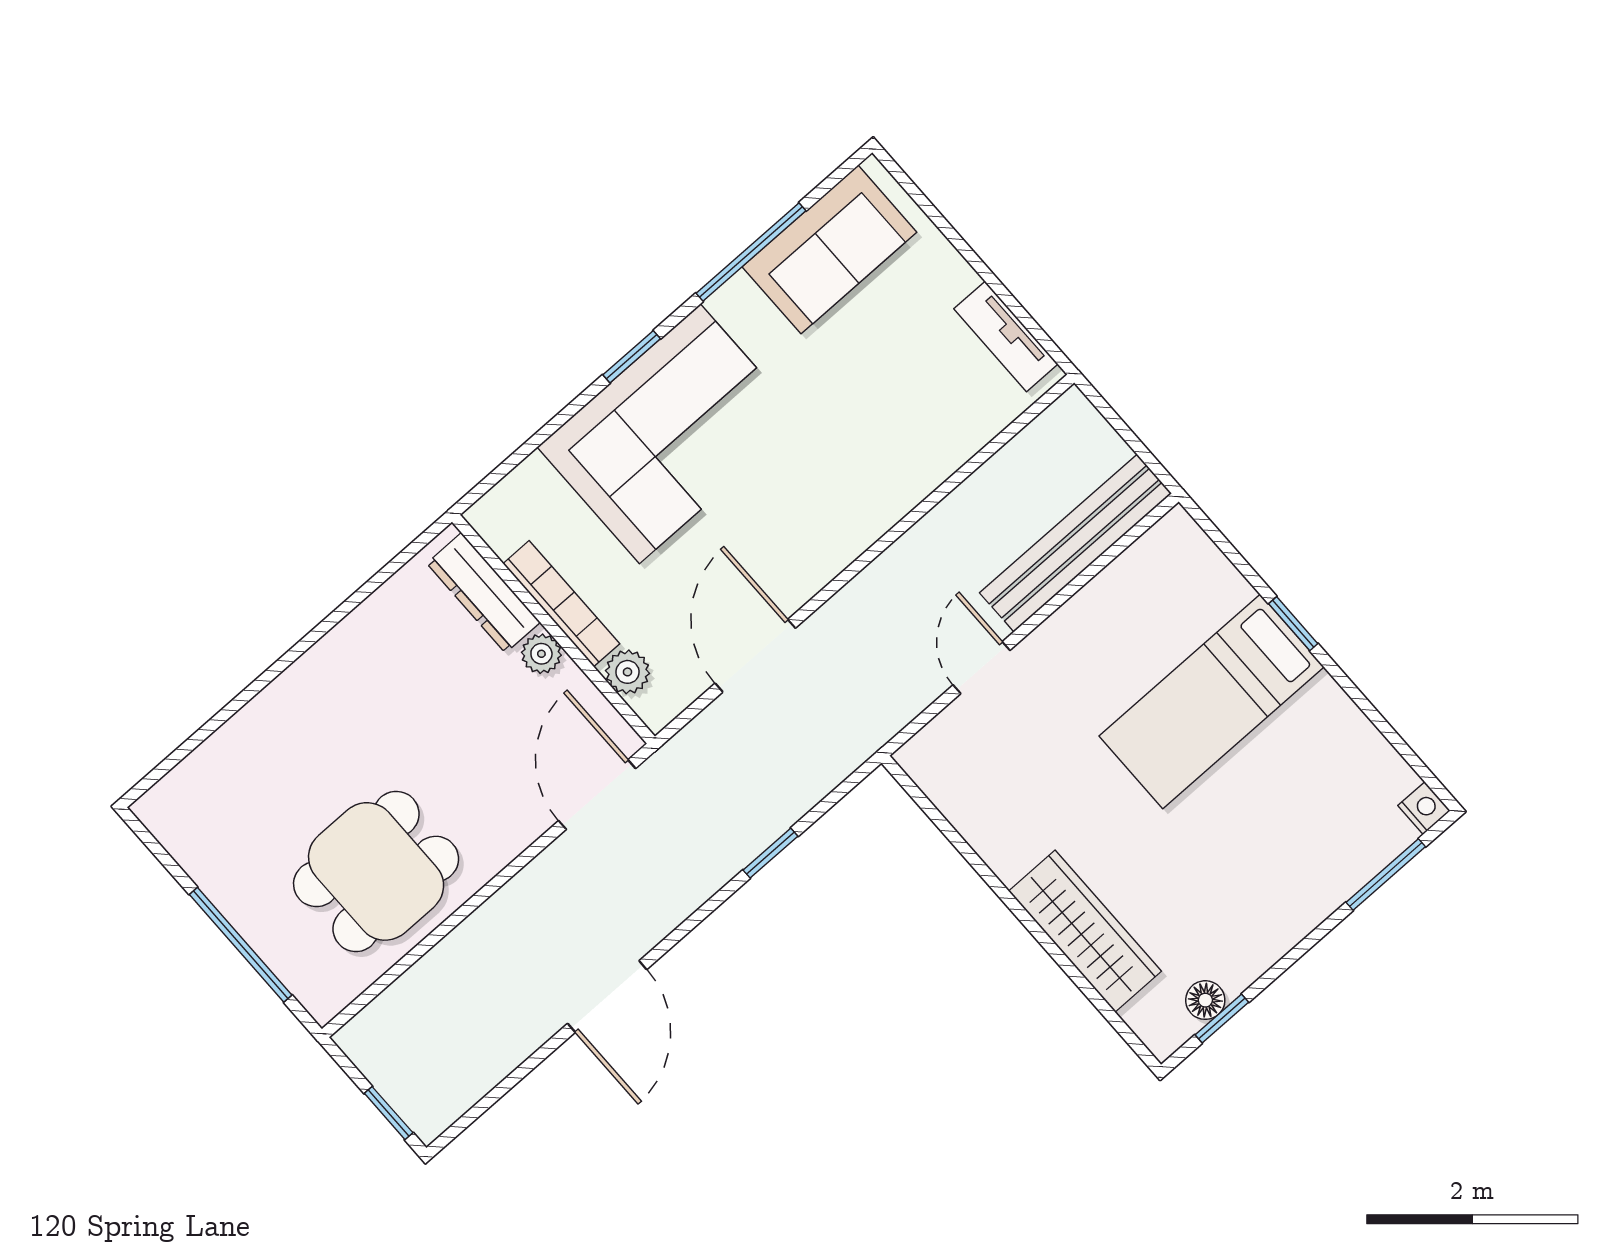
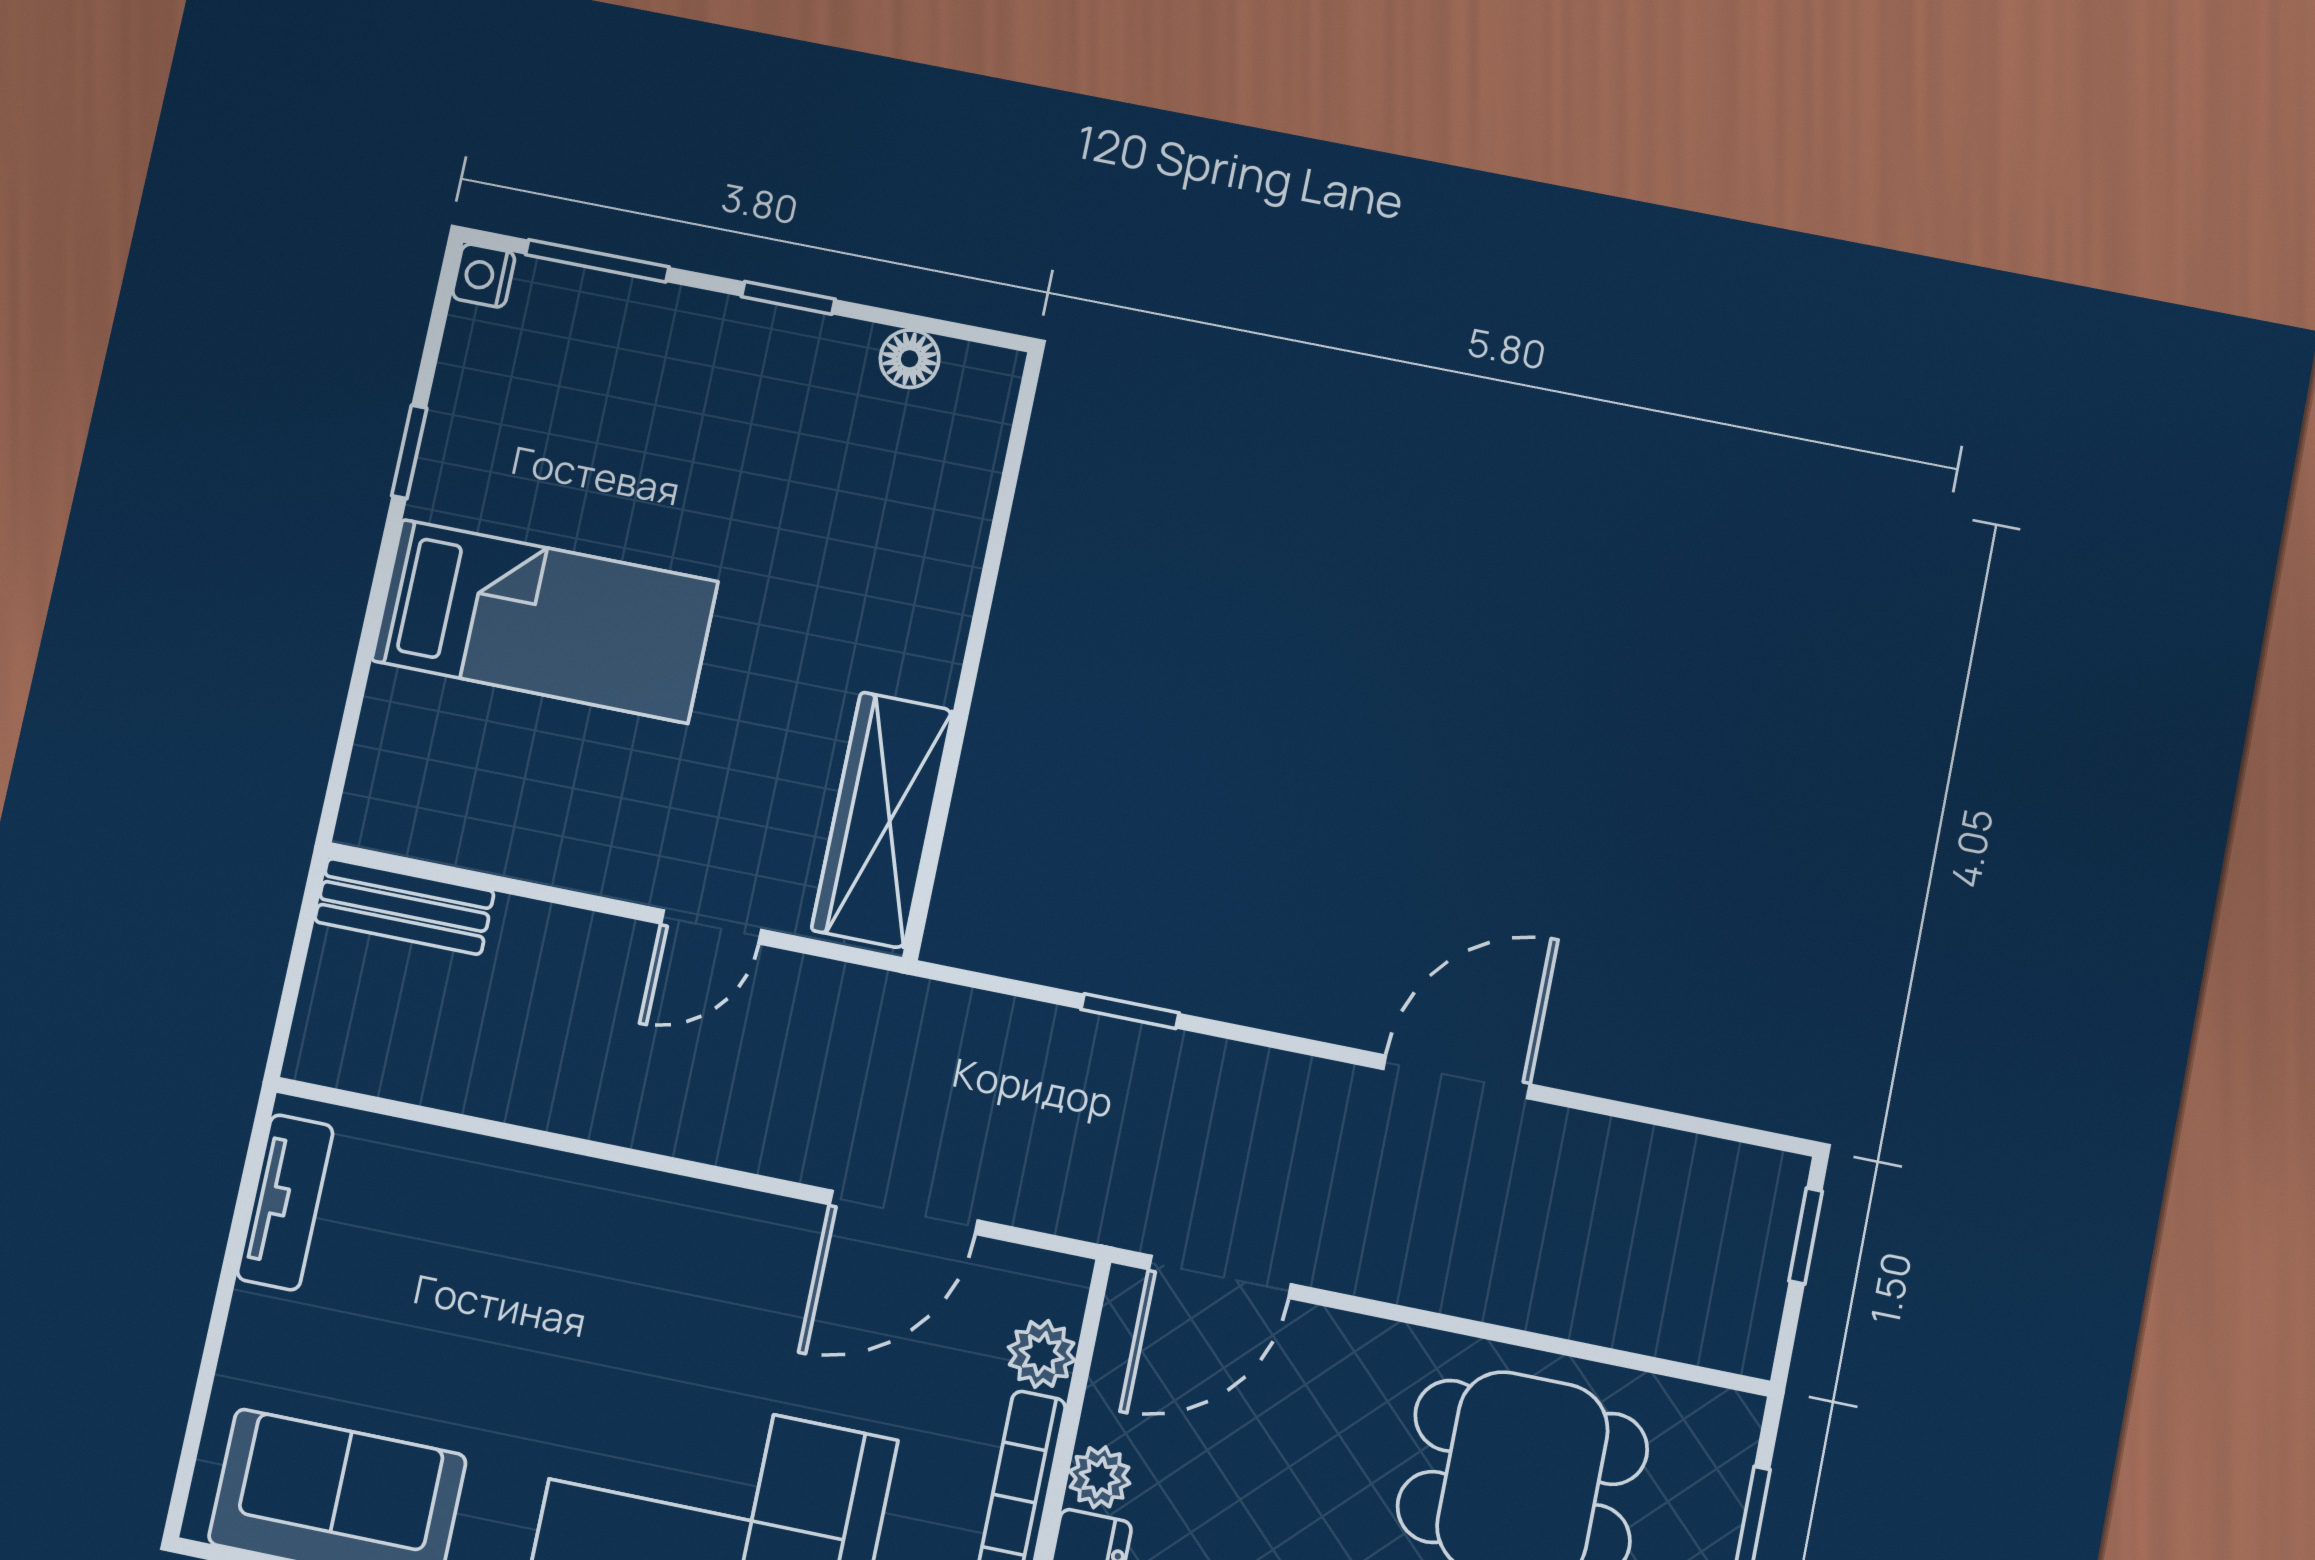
bench: (1076, 543) -> (404, 906), width x0.54, depth x0.82
window: (1293, 624) -> (409, 452), moved
wardrobe: (1085, 931) -> (882, 820), moved
window: (1222, 1018) -> (788, 298), moved

